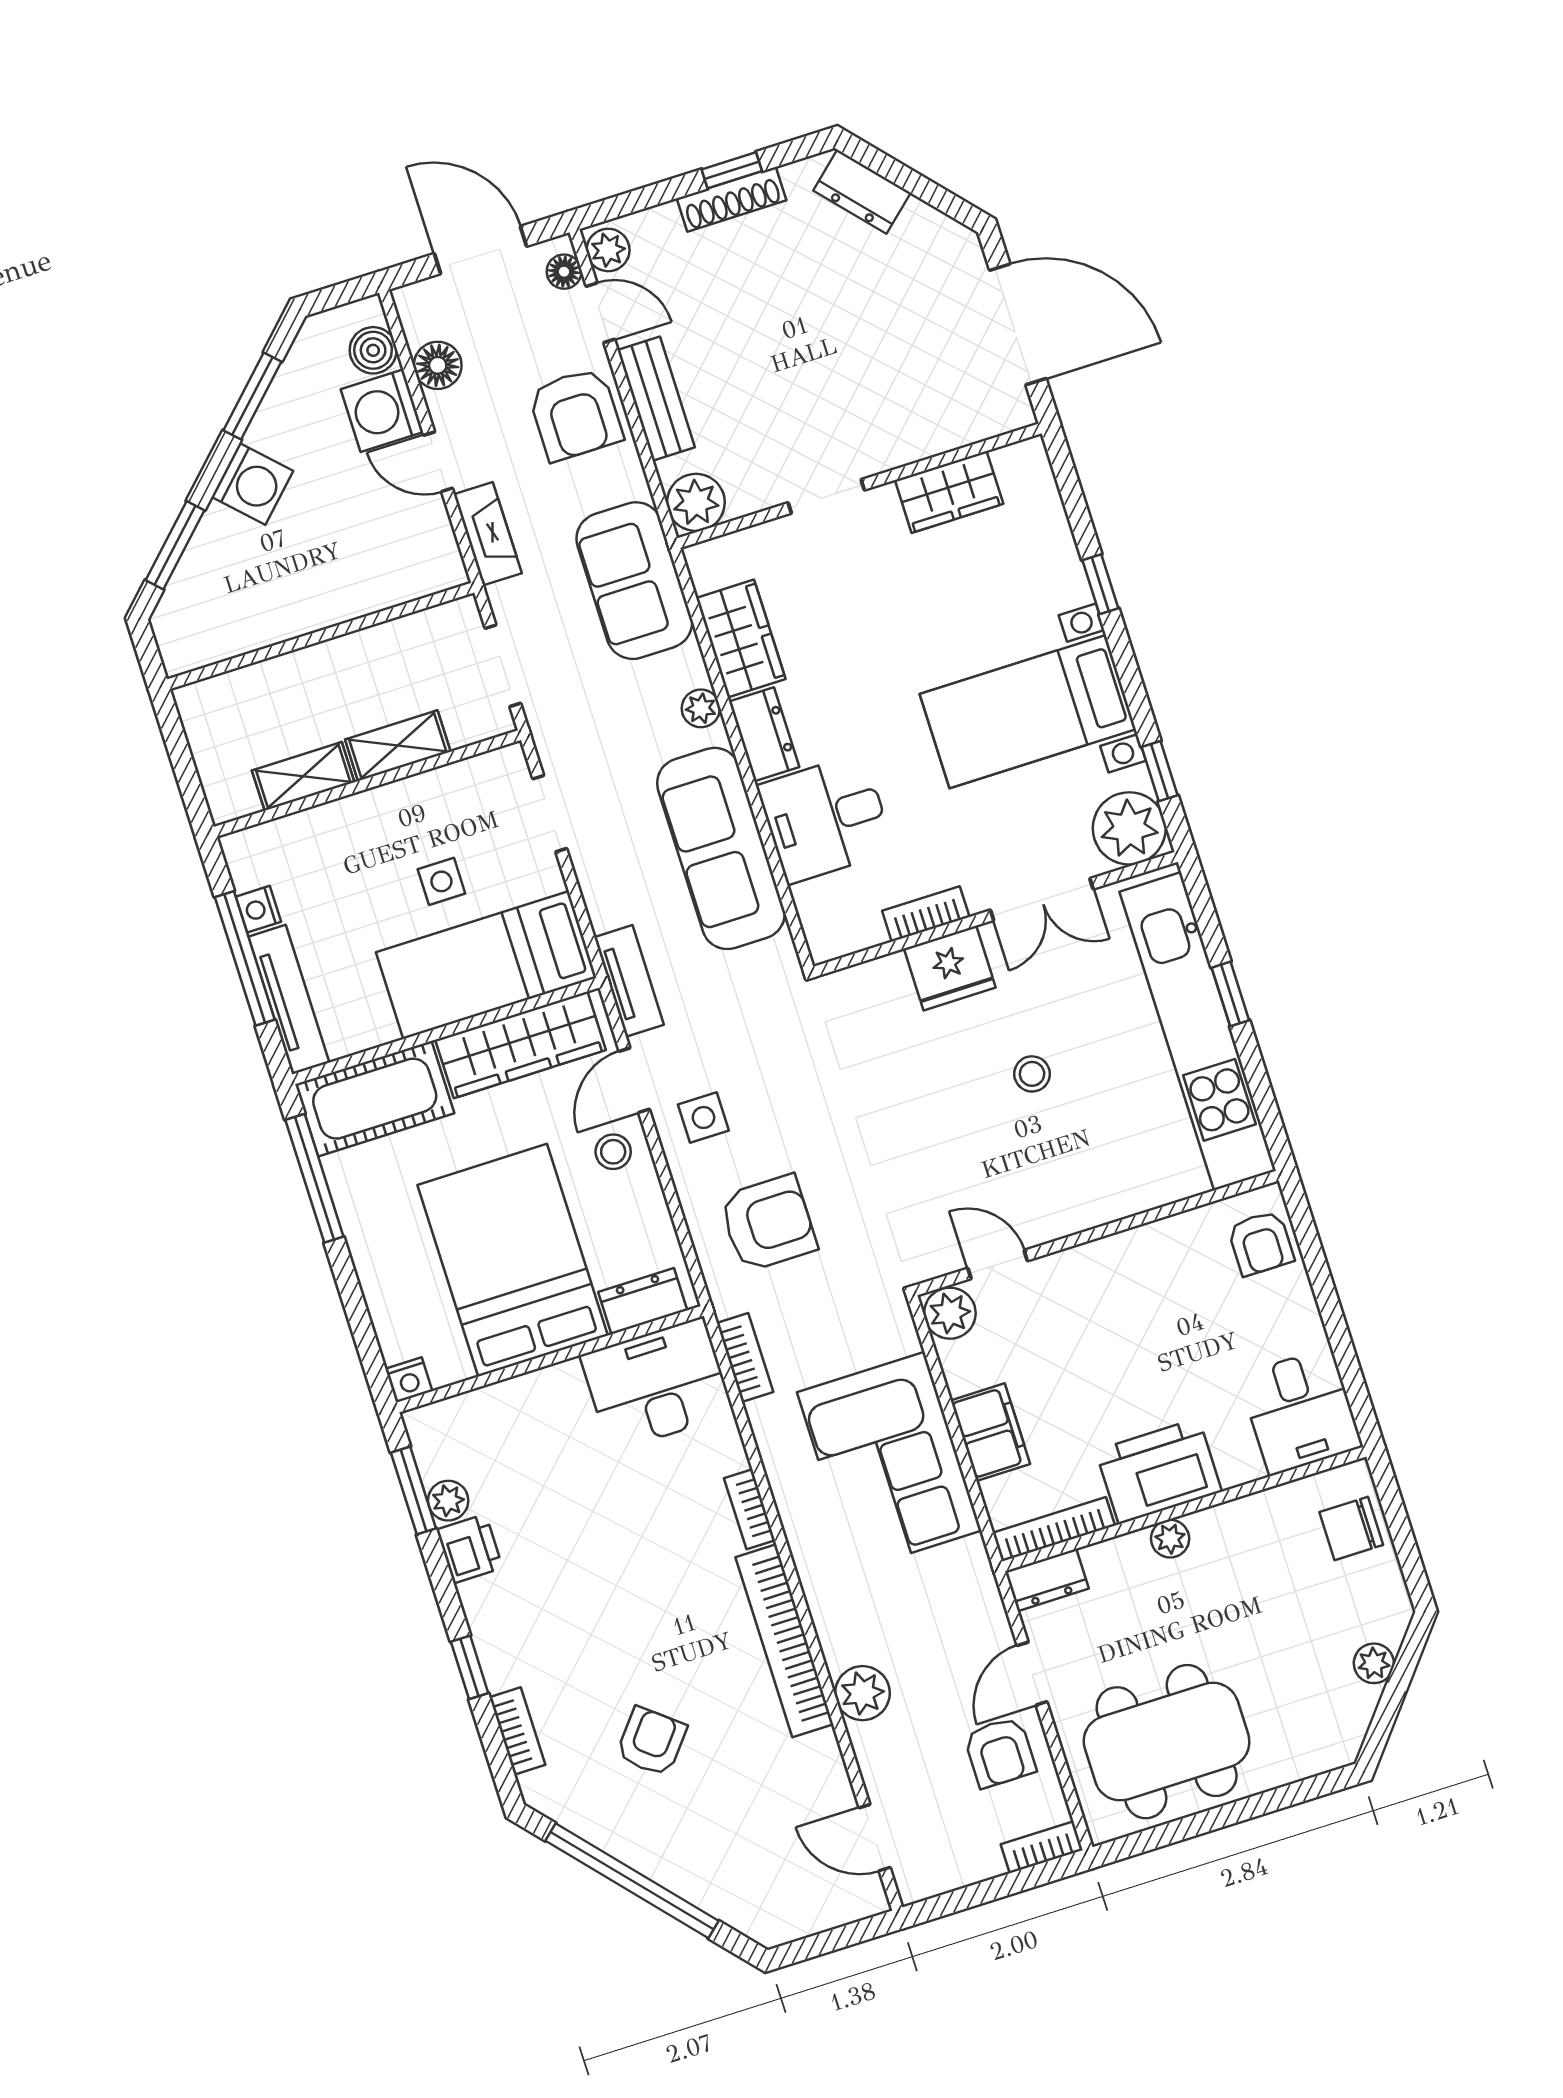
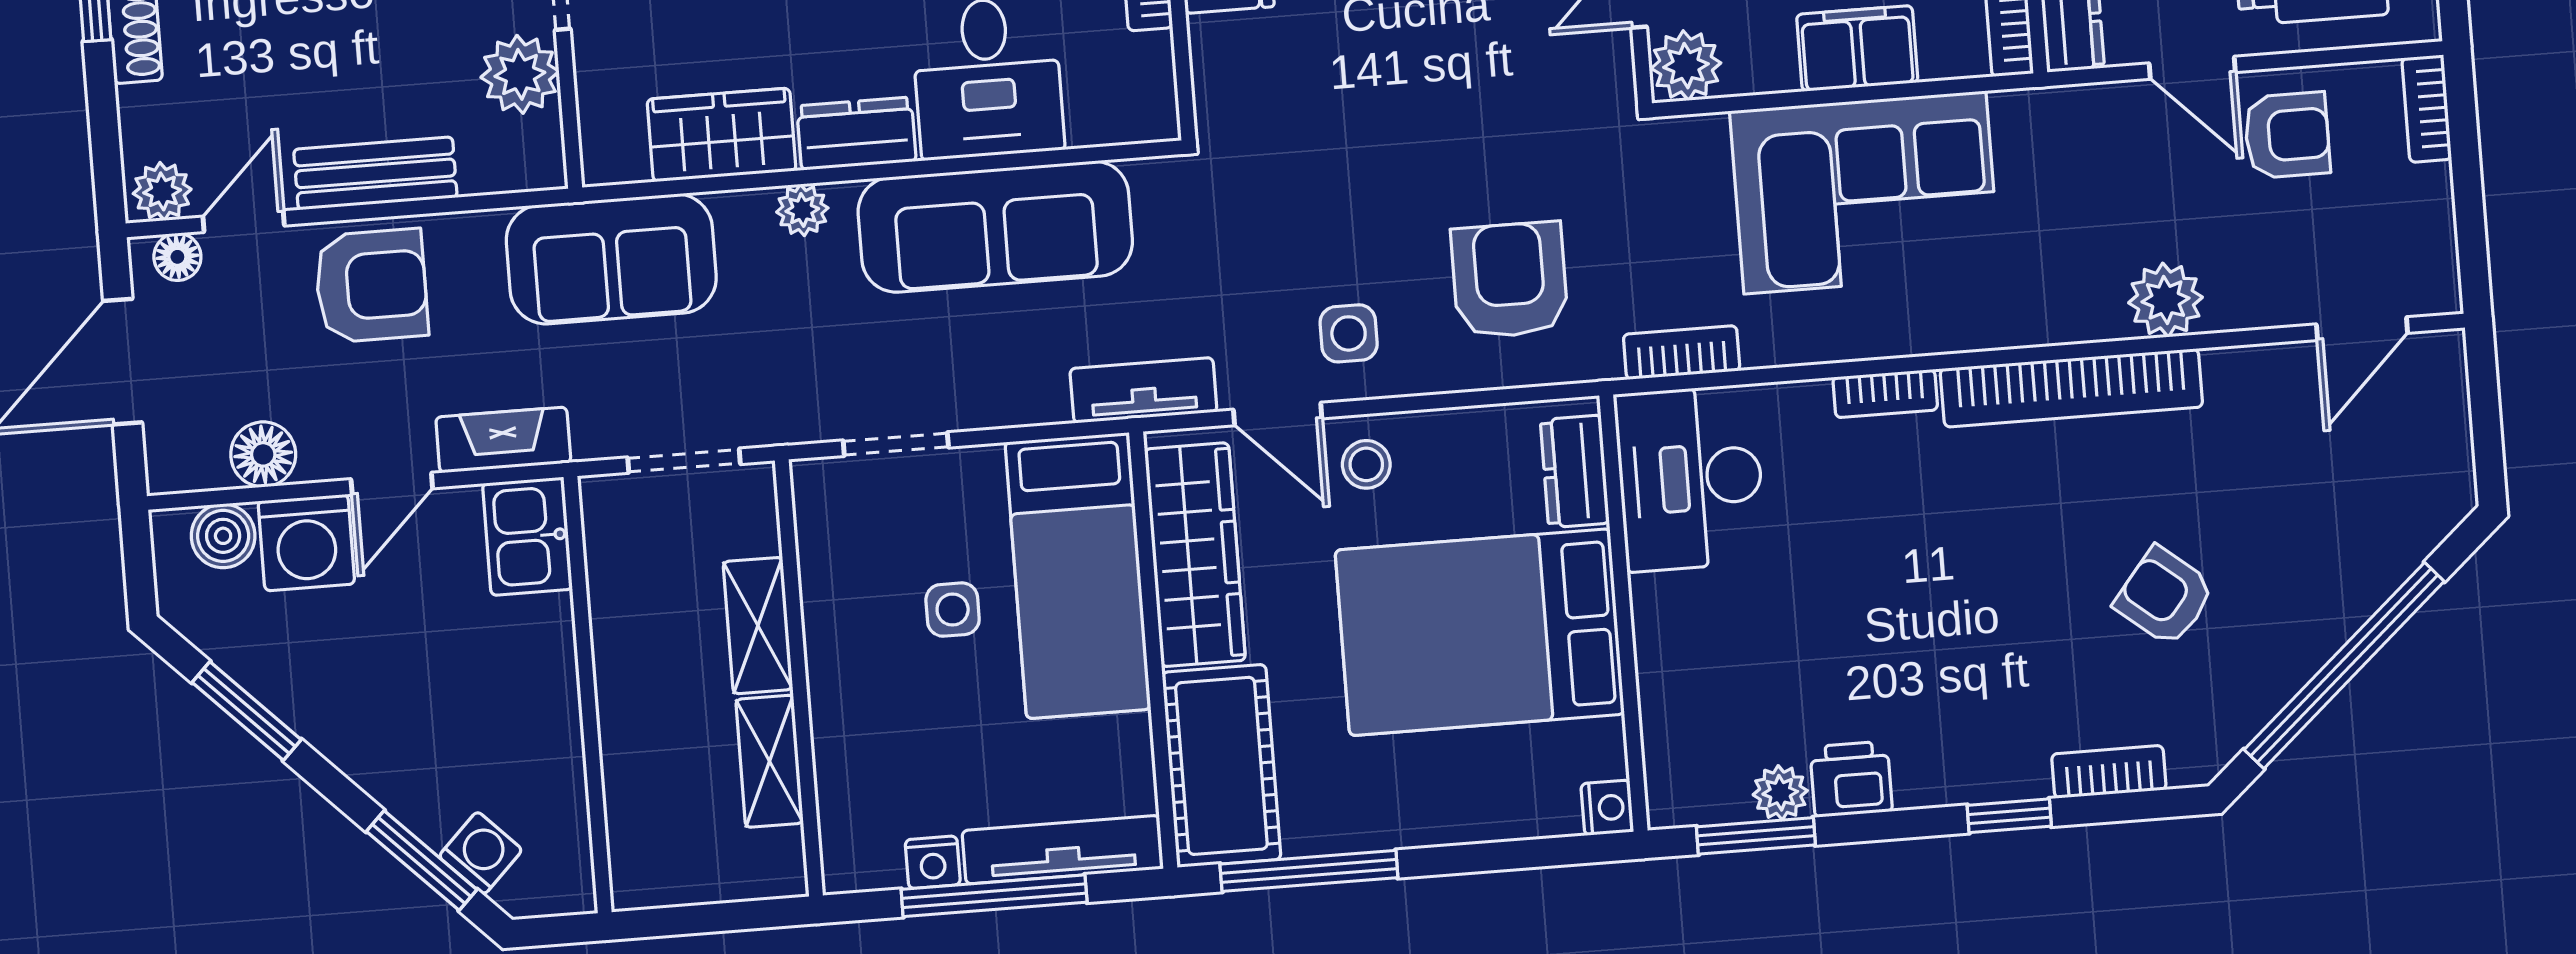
washing machine: (252, 484) -> (480, 853), moved, width x0.73, depth x0.73
plant: (696, 502) -> (520, 74), moved
kitchen sink: (423, 567) -> (527, 536), added

